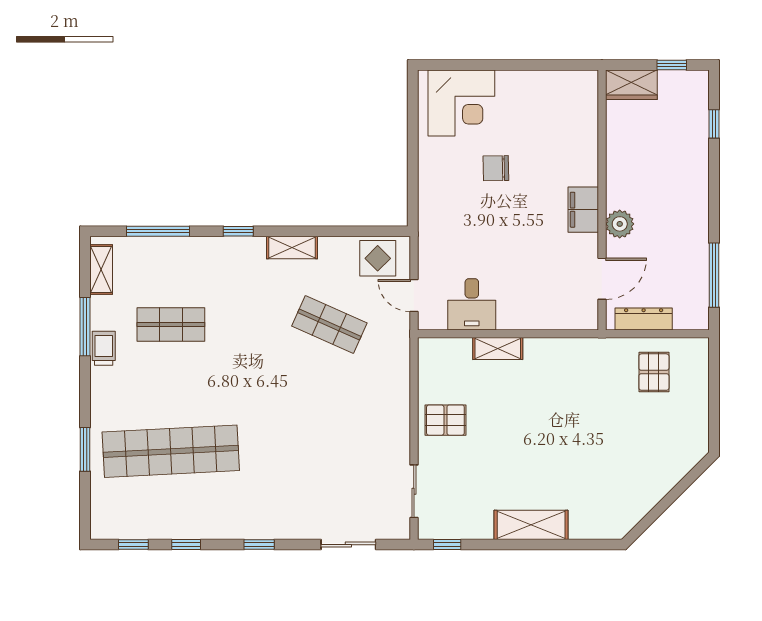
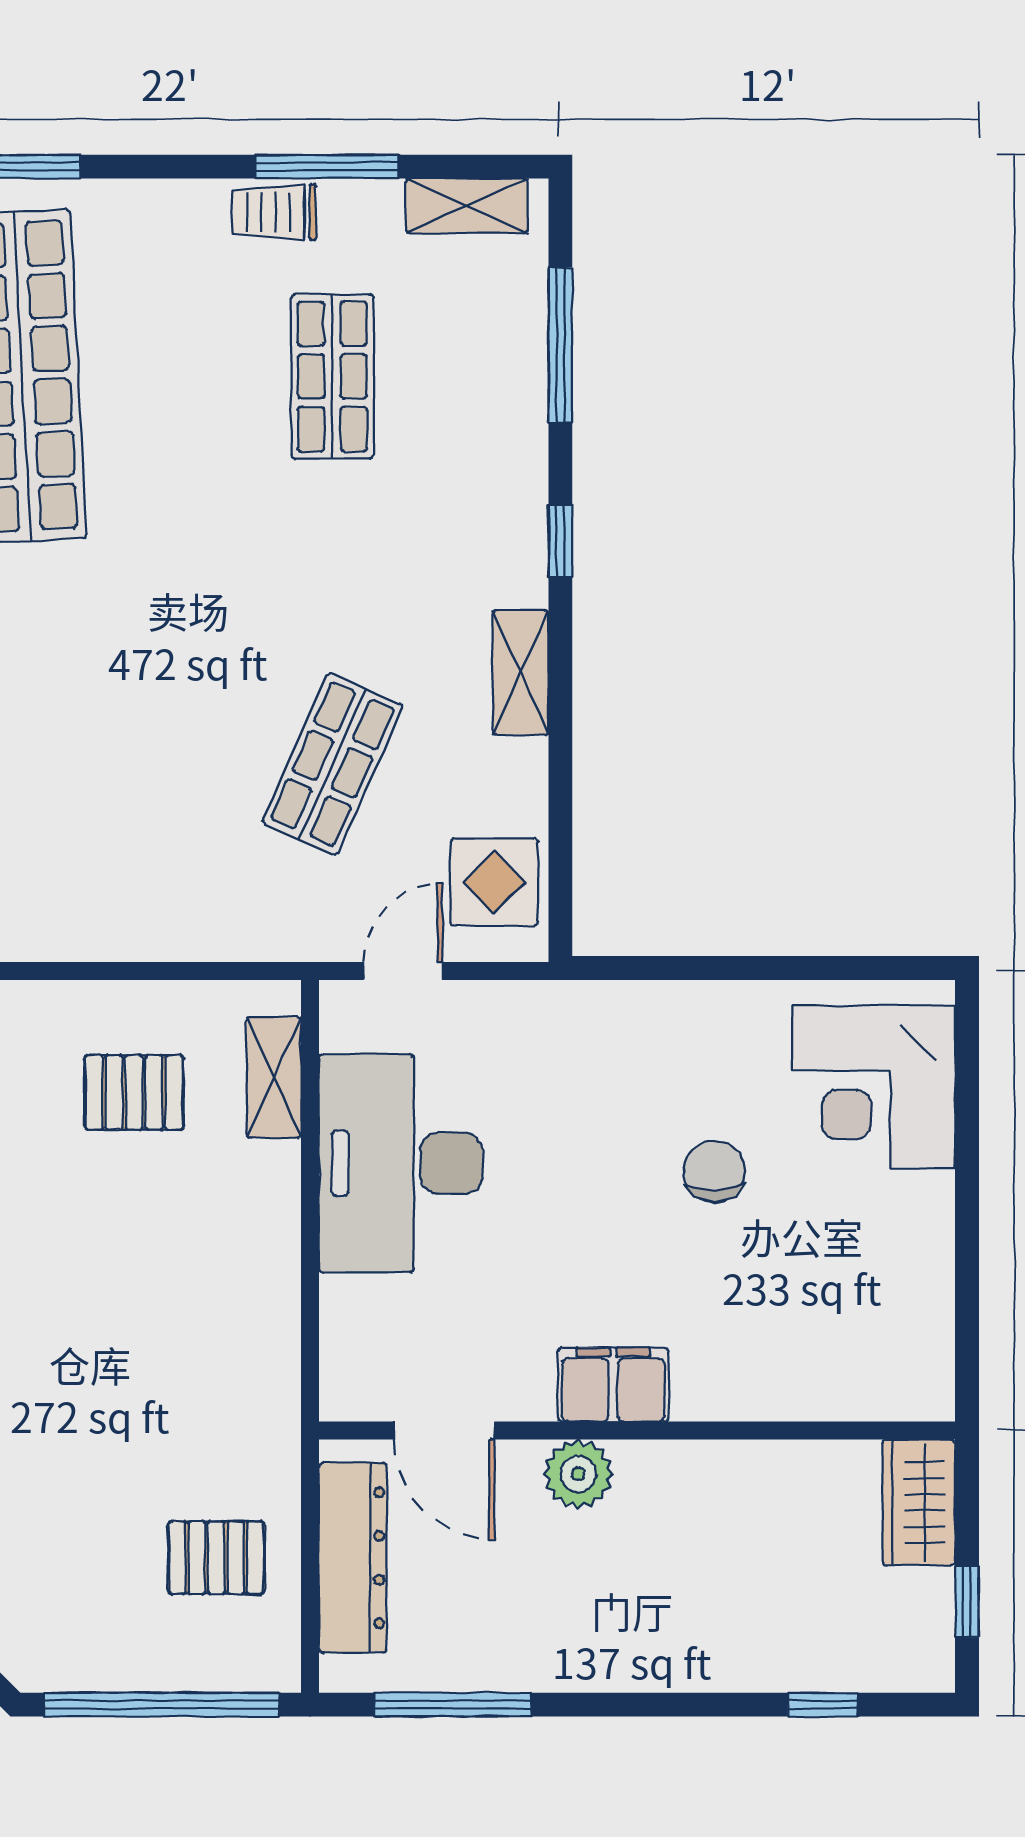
desk: (472, 304) -> (401, 1163), width x1.87, depth x1.30
dresser: (644, 319) -> (353, 1558), width x1.37, depth x1.24
trolley: (104, 348) -> (274, 212), turned 180
shelving: (498, 348) -> (274, 1077), moved
window: (714, 394) -> (161, 1705), added
pallet: (445, 420) -> (134, 1092), moved, turned 90

